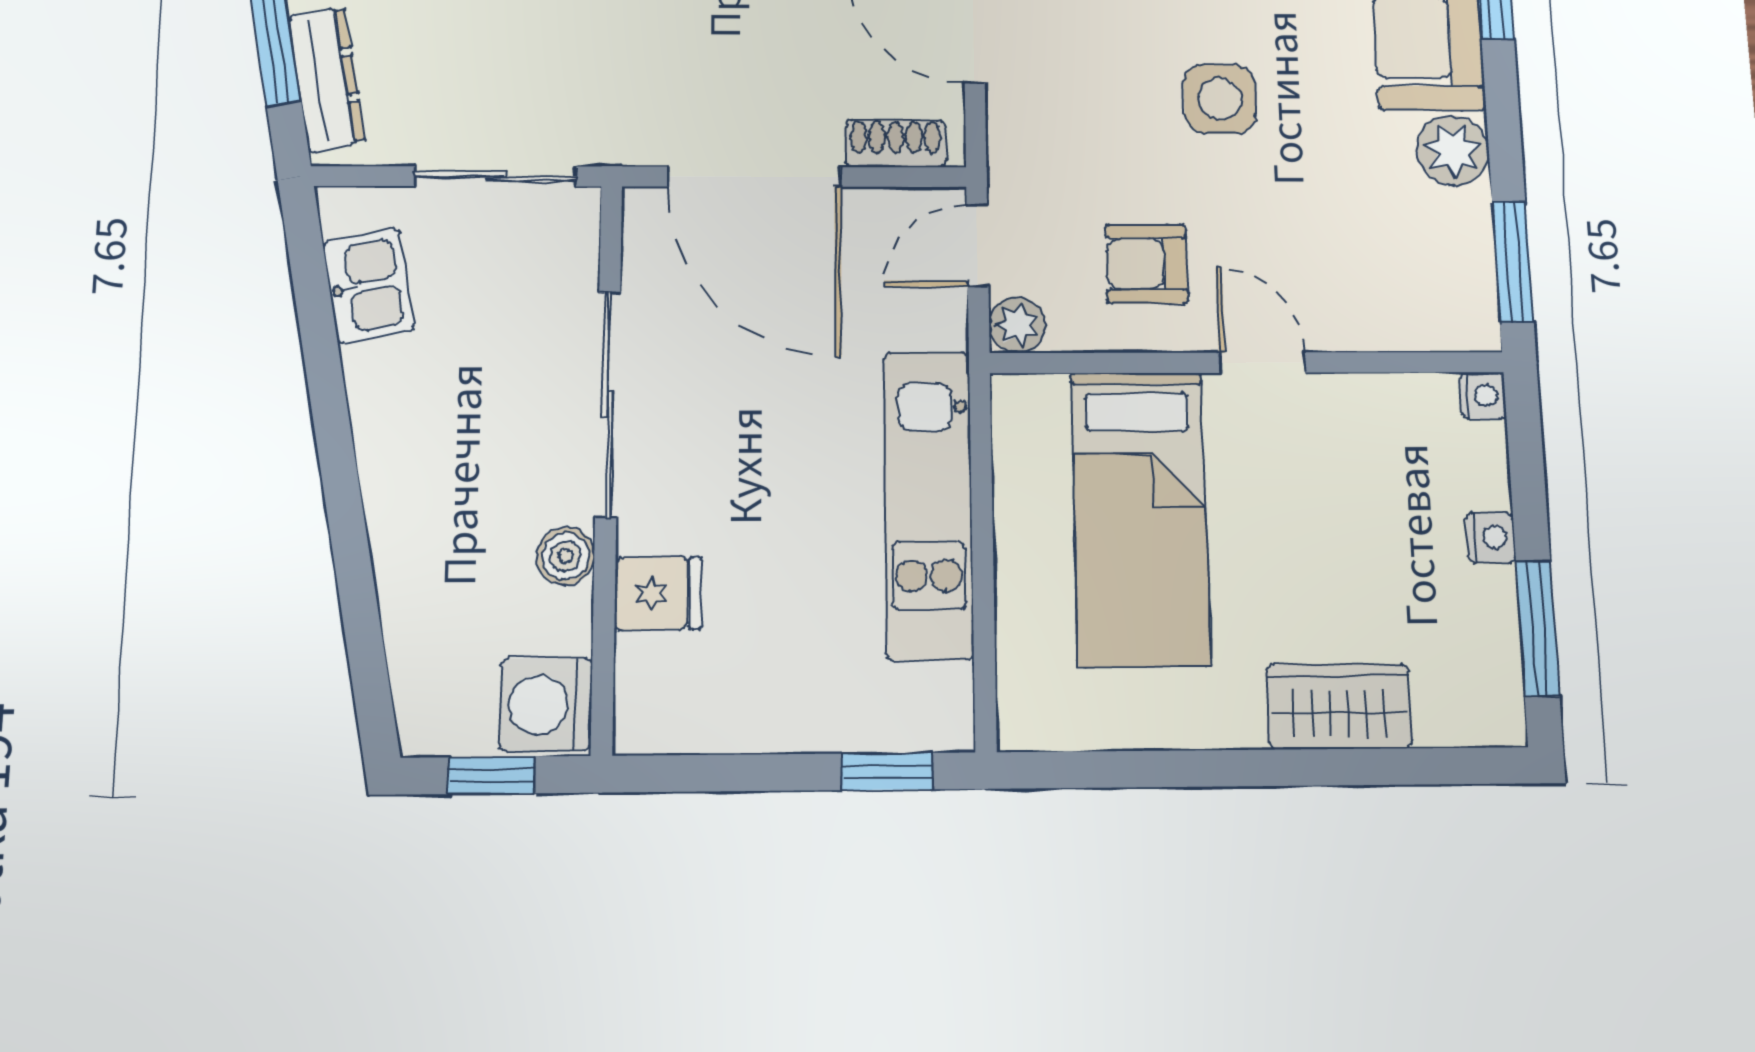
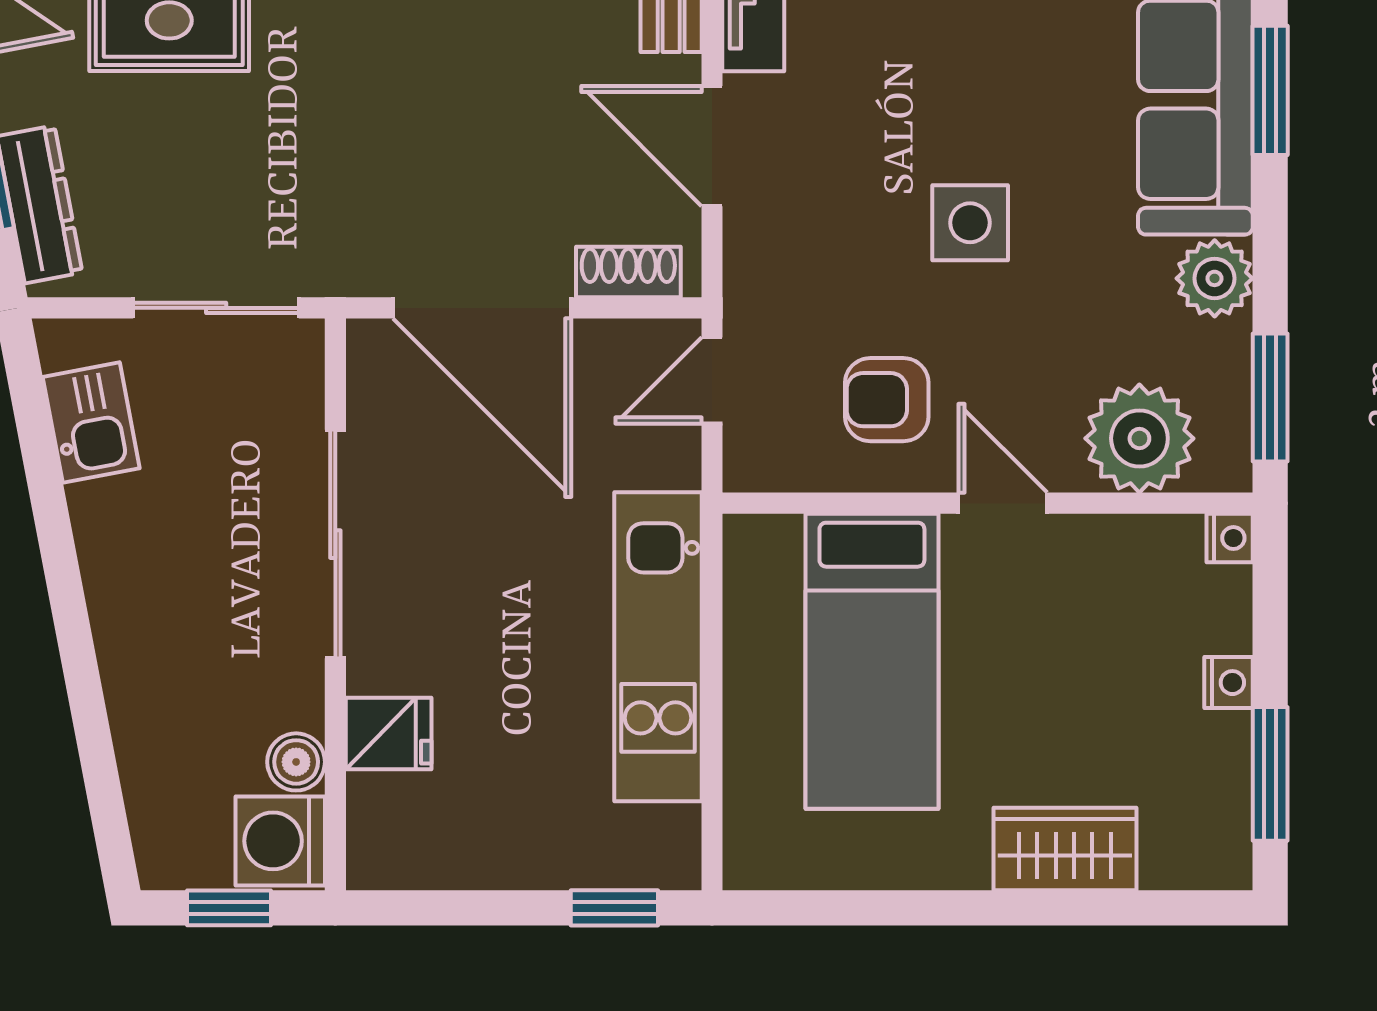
plant: (1017, 325) -> (1139, 438), moved, width x1.87, depth x1.87
boiler: (565, 556) -> (296, 762), moved

